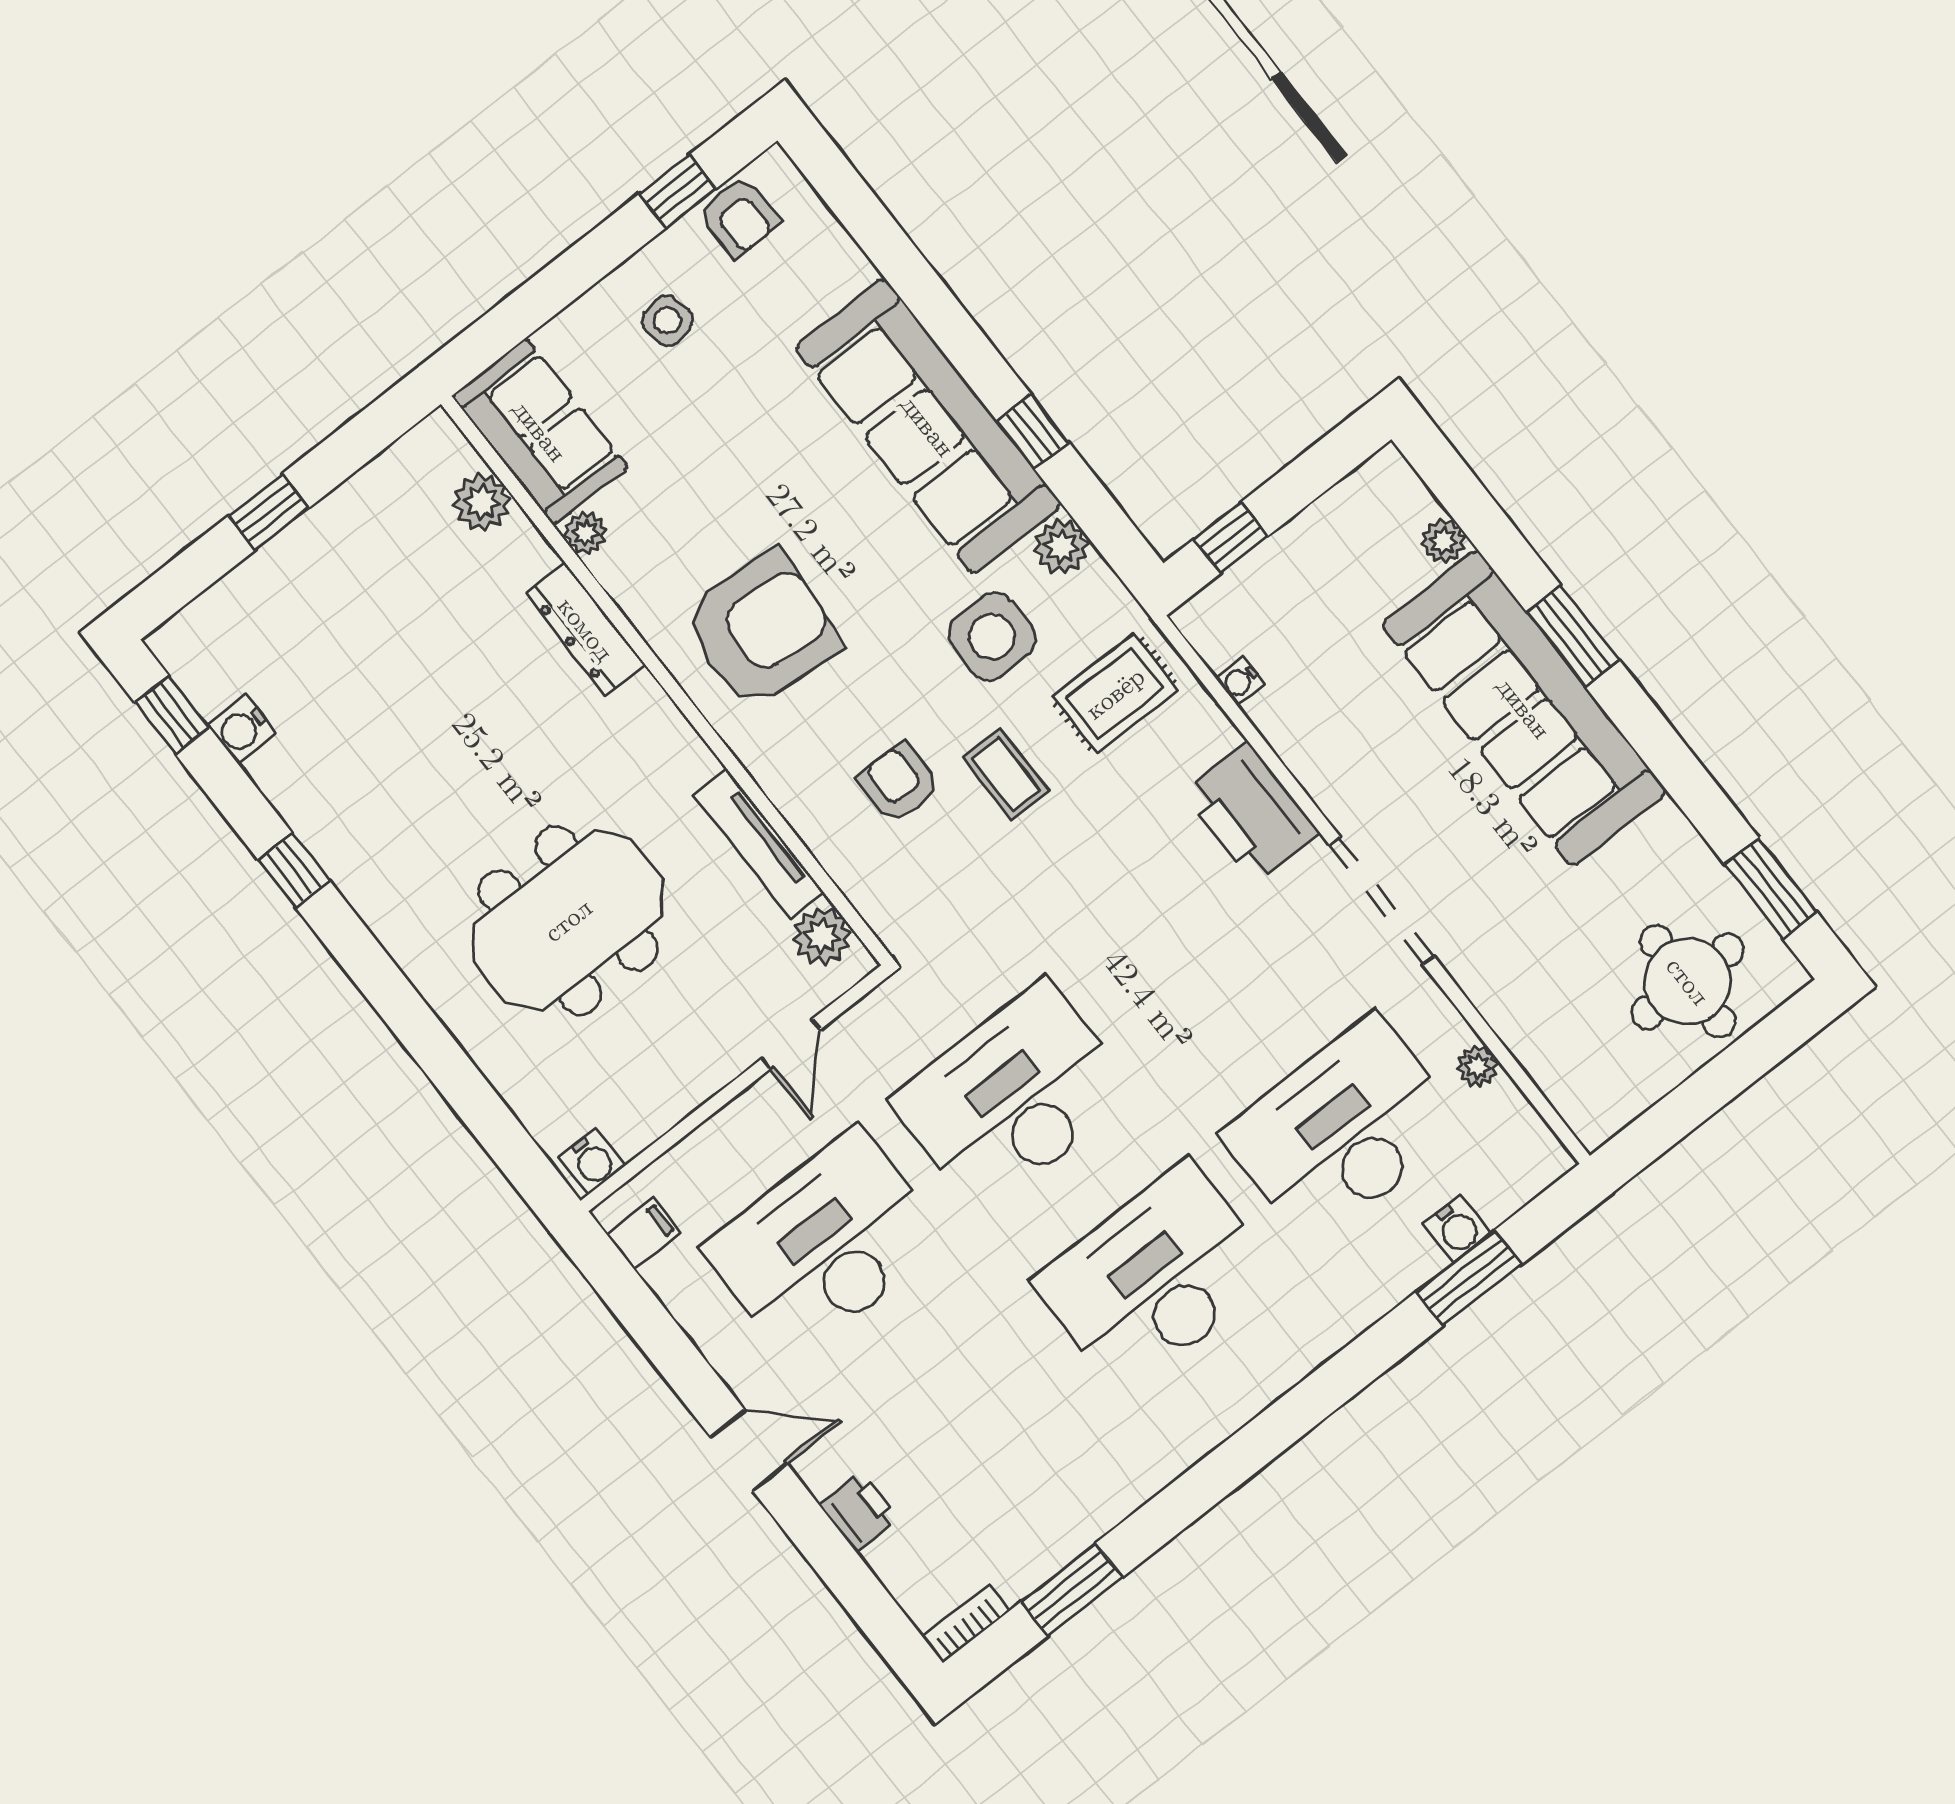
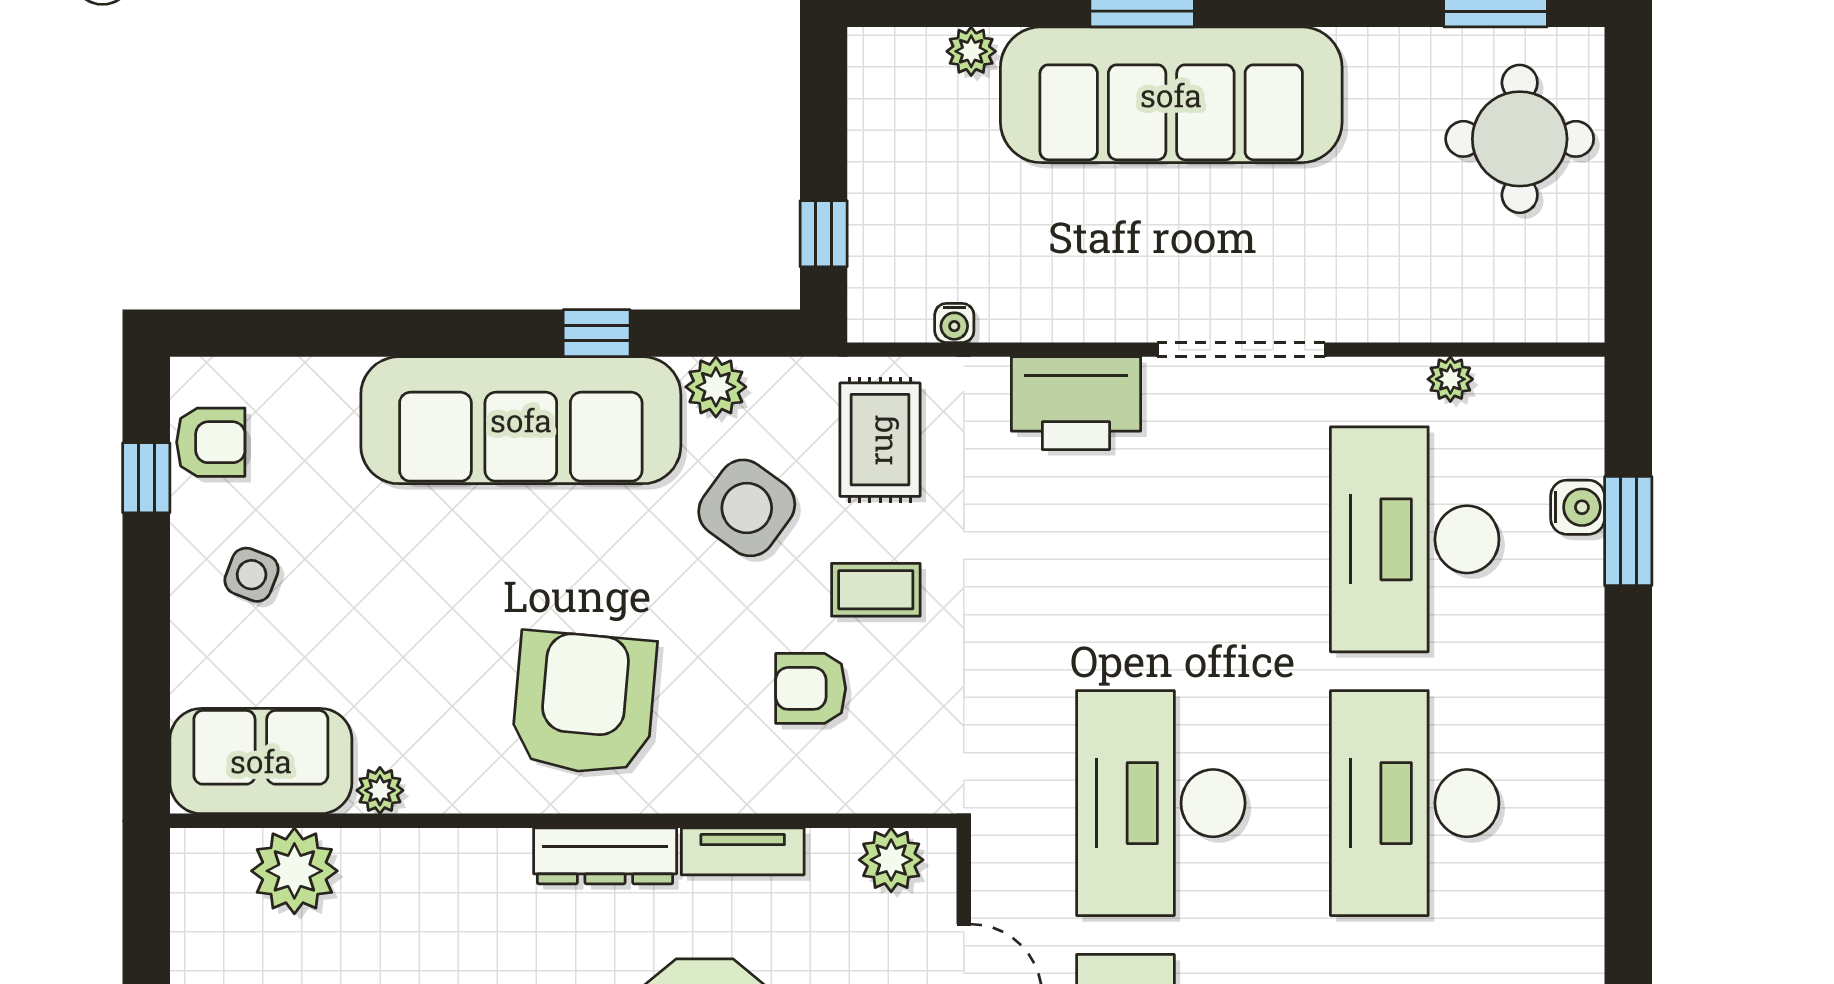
side table: (667, 321) -> (252, 575), turned 31
plant: (482, 502) -> (294, 871), width x1.36, depth x1.36
dresser: (586, 629) -> (605, 856), moved
side table: (992, 636) -> (747, 508), turned 36
tv unit: (759, 844) -> (743, 851), width x0.71

